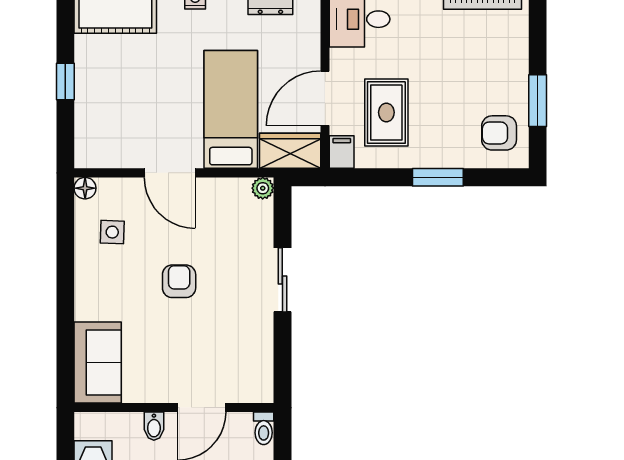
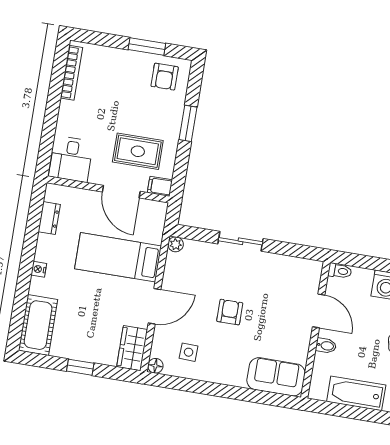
wardrobe: (290, 151) -> (132, 348), moved
armchair: (179, 281) -> (230, 312), turned 90

